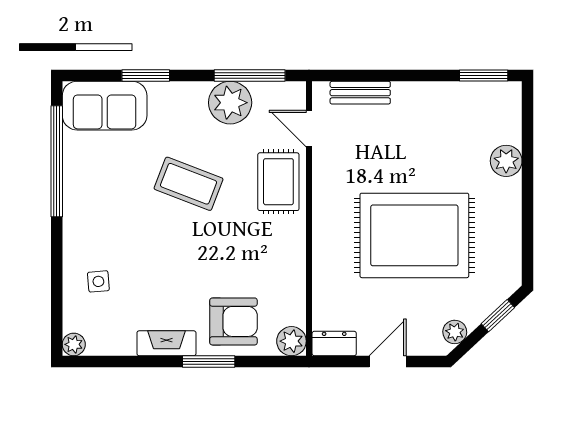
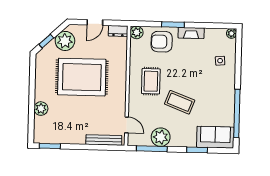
bench: (360, 93) -> (104, 140), width x1.36
rug: (278, 182) -> (151, 81), moved
plant: (455, 332) -> (65, 41), width x1.88, depth x1.88

